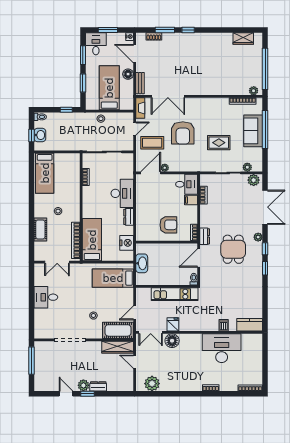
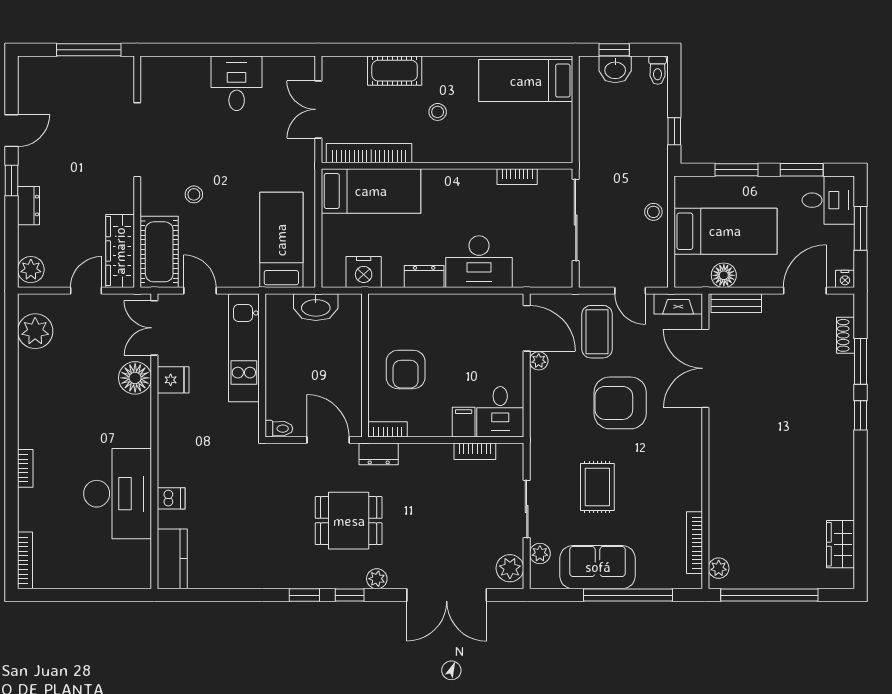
floor lamp: (128, 74) -> (724, 275), moved
sofa: (253, 131) -> (598, 567), moved
kitchen unit: (175, 294) -> (244, 348), moved
plant: (83, 385) -> (31, 270), moved

